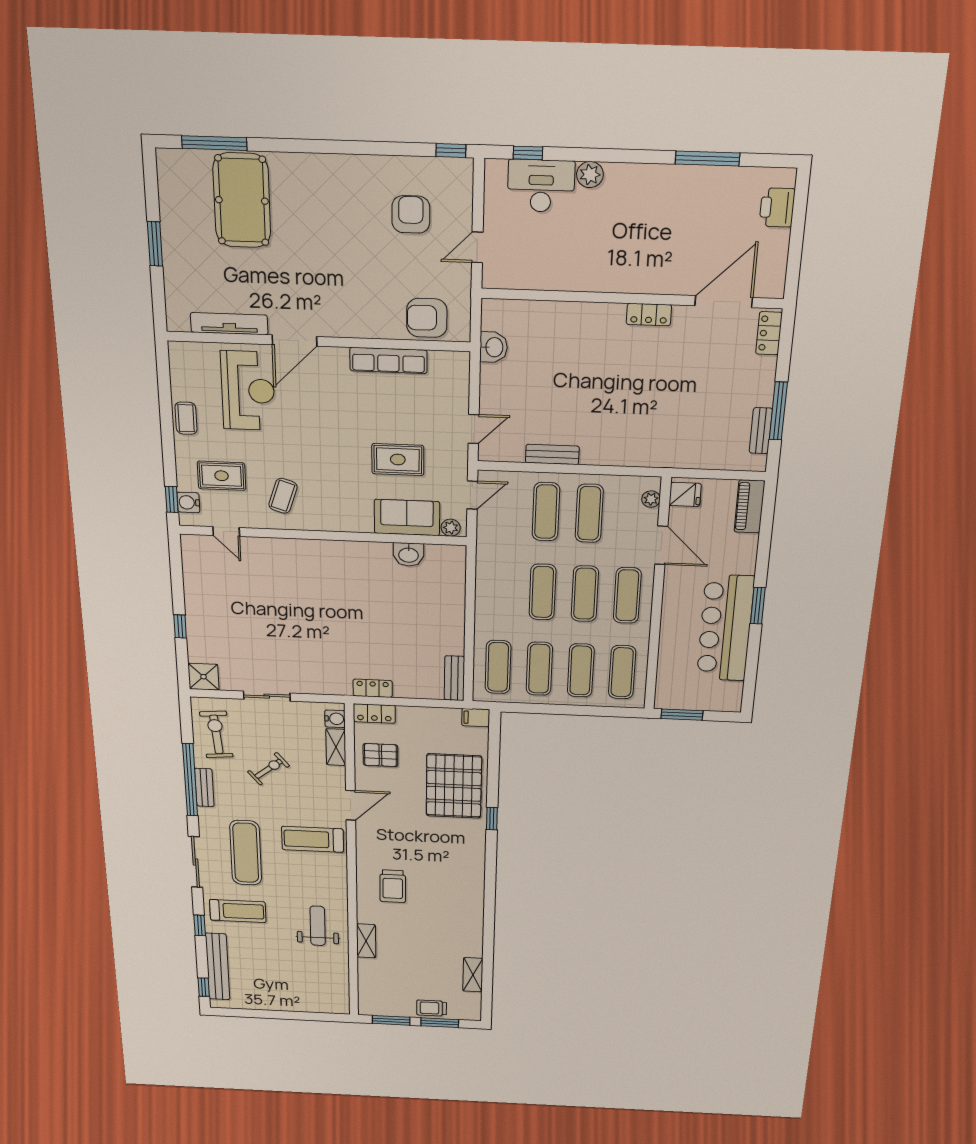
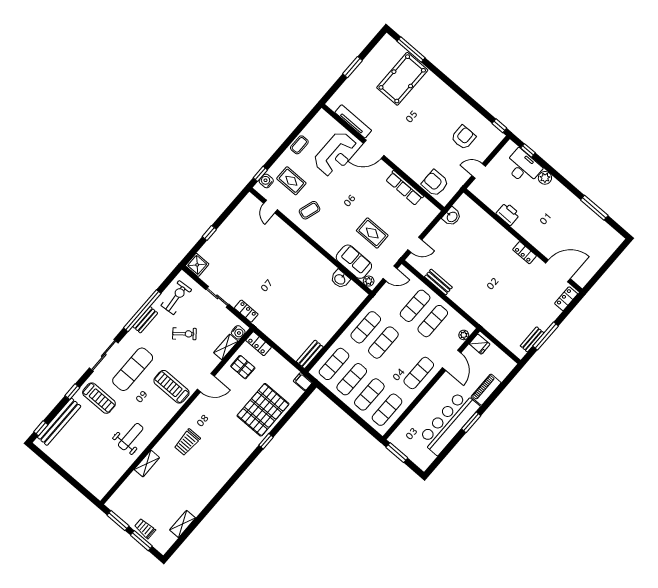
printer: (777, 207) -> (508, 214), moved, turned 90
piano: (749, 506) -> (486, 390), moved
exercise mat: (585, 594) -> (366, 327), moved
locker: (373, 688) -> (246, 311), moved

